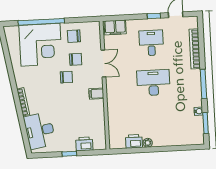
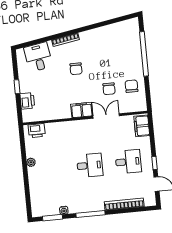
corner desk: (40, 45) -> (122, 54), removed
double door: (103, 63) -> (106, 116), swing flipped
chair: (66, 77) -> (76, 69), moved
desk: (153, 83) -> (90, 165), width x0.73
filing cabinet: (96, 94) -> (82, 110), width x2.00
desk: (40, 131) -> (38, 57), width x0.73
printer: (134, 141) -> (37, 131), moved, turned 90

